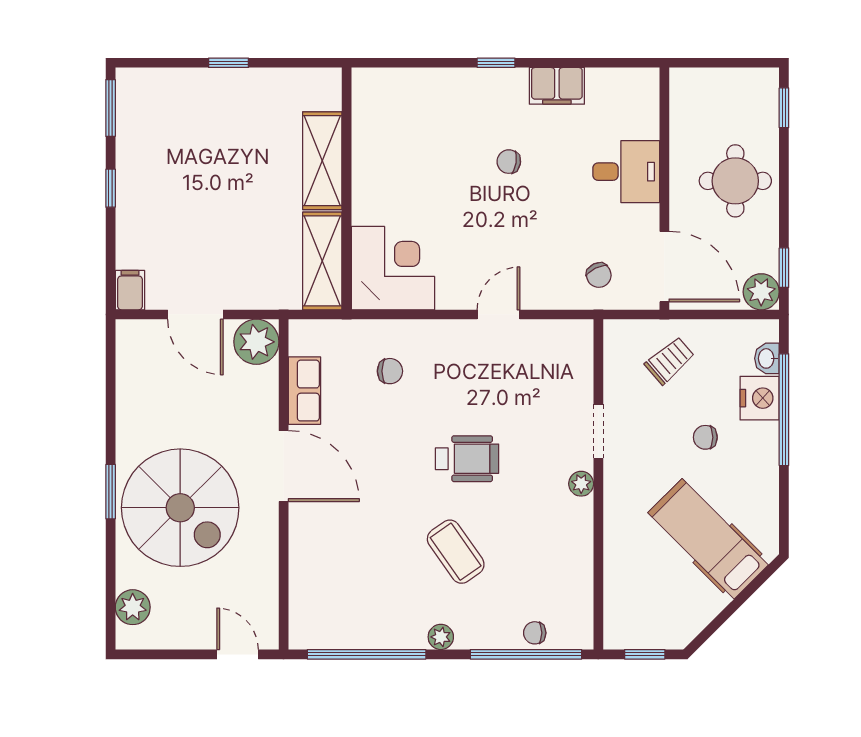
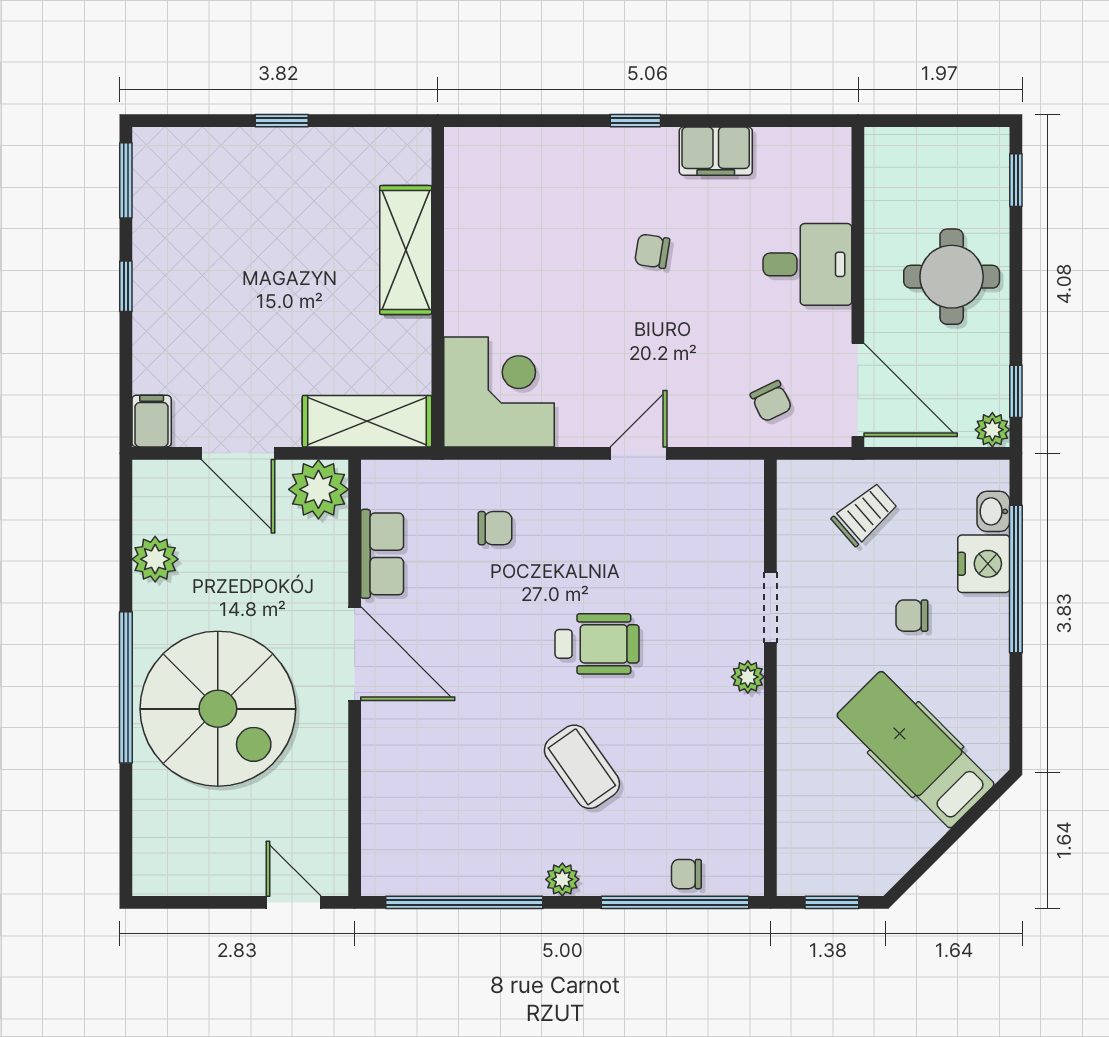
shelving: (322, 261) -> (367, 421), moved, turned 90
plant: (761, 292) -> (992, 430), width x0.73, depth x0.73
window: (111, 492) -> (126, 687), width x2.11
plant: (133, 607) -> (155, 559), moved

